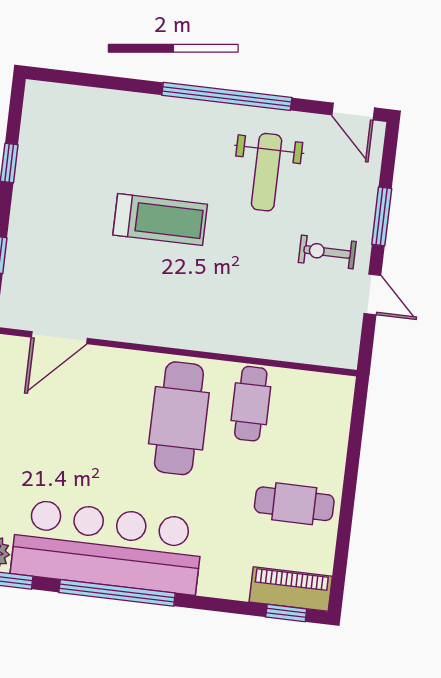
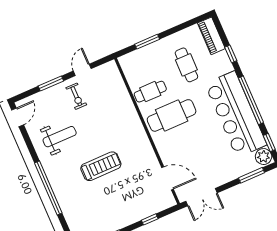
window: (227, 96) -> (48, 188), moved
treadmill: (160, 220) -> (101, 166), turned 90
window: (353, 455) -> (147, 42), added
cafe table: (294, 504) -> (186, 65), moved
window: (286, 613) -> (231, 54), moved

